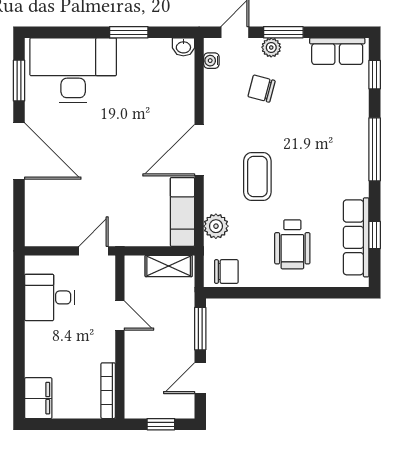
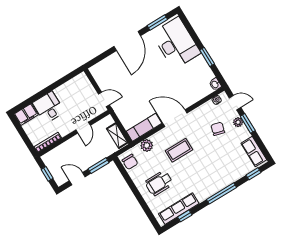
desk: (50, 297) -> (49, 107), moved

